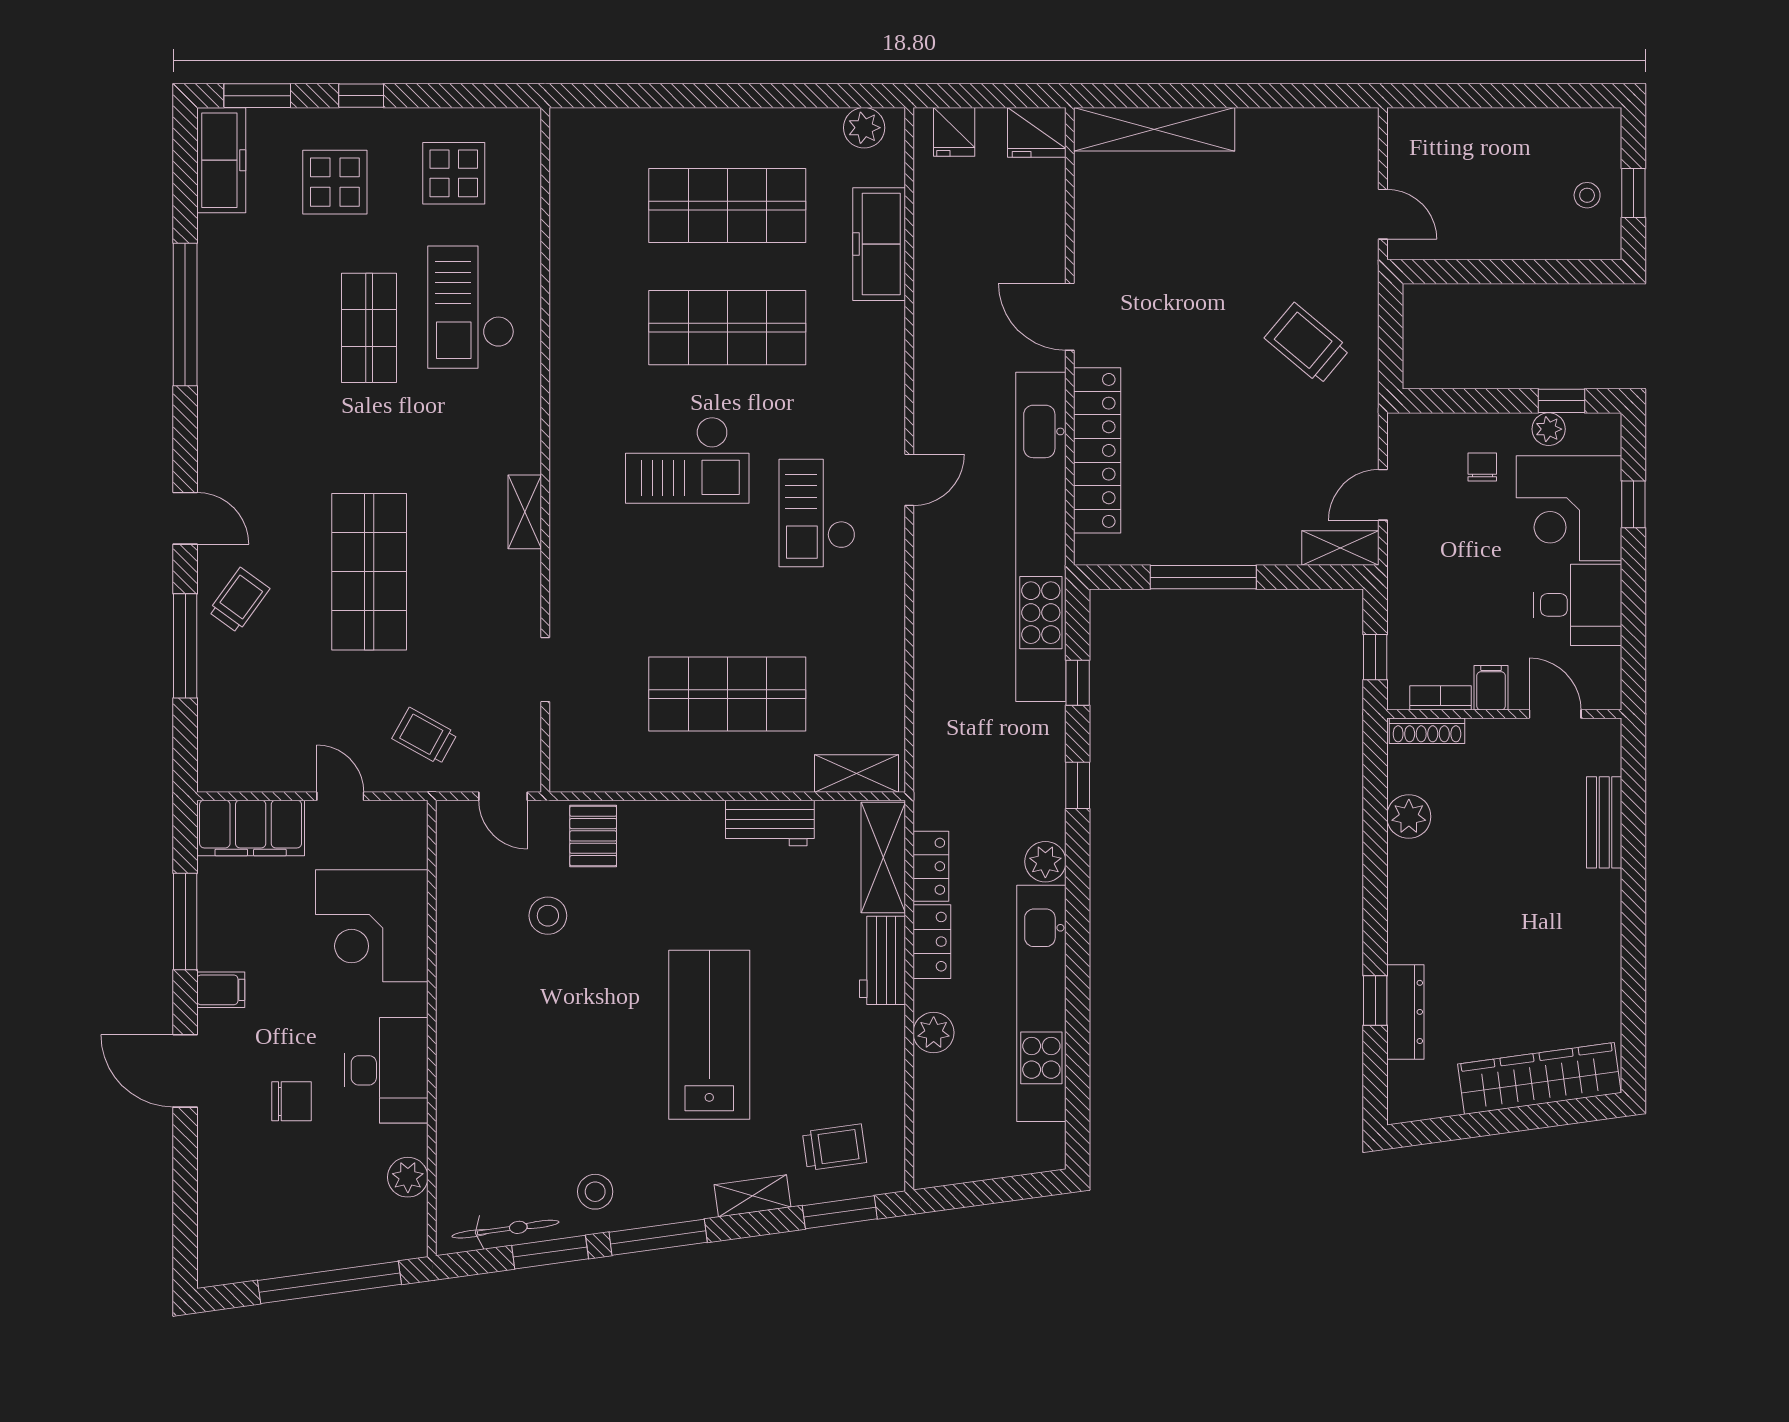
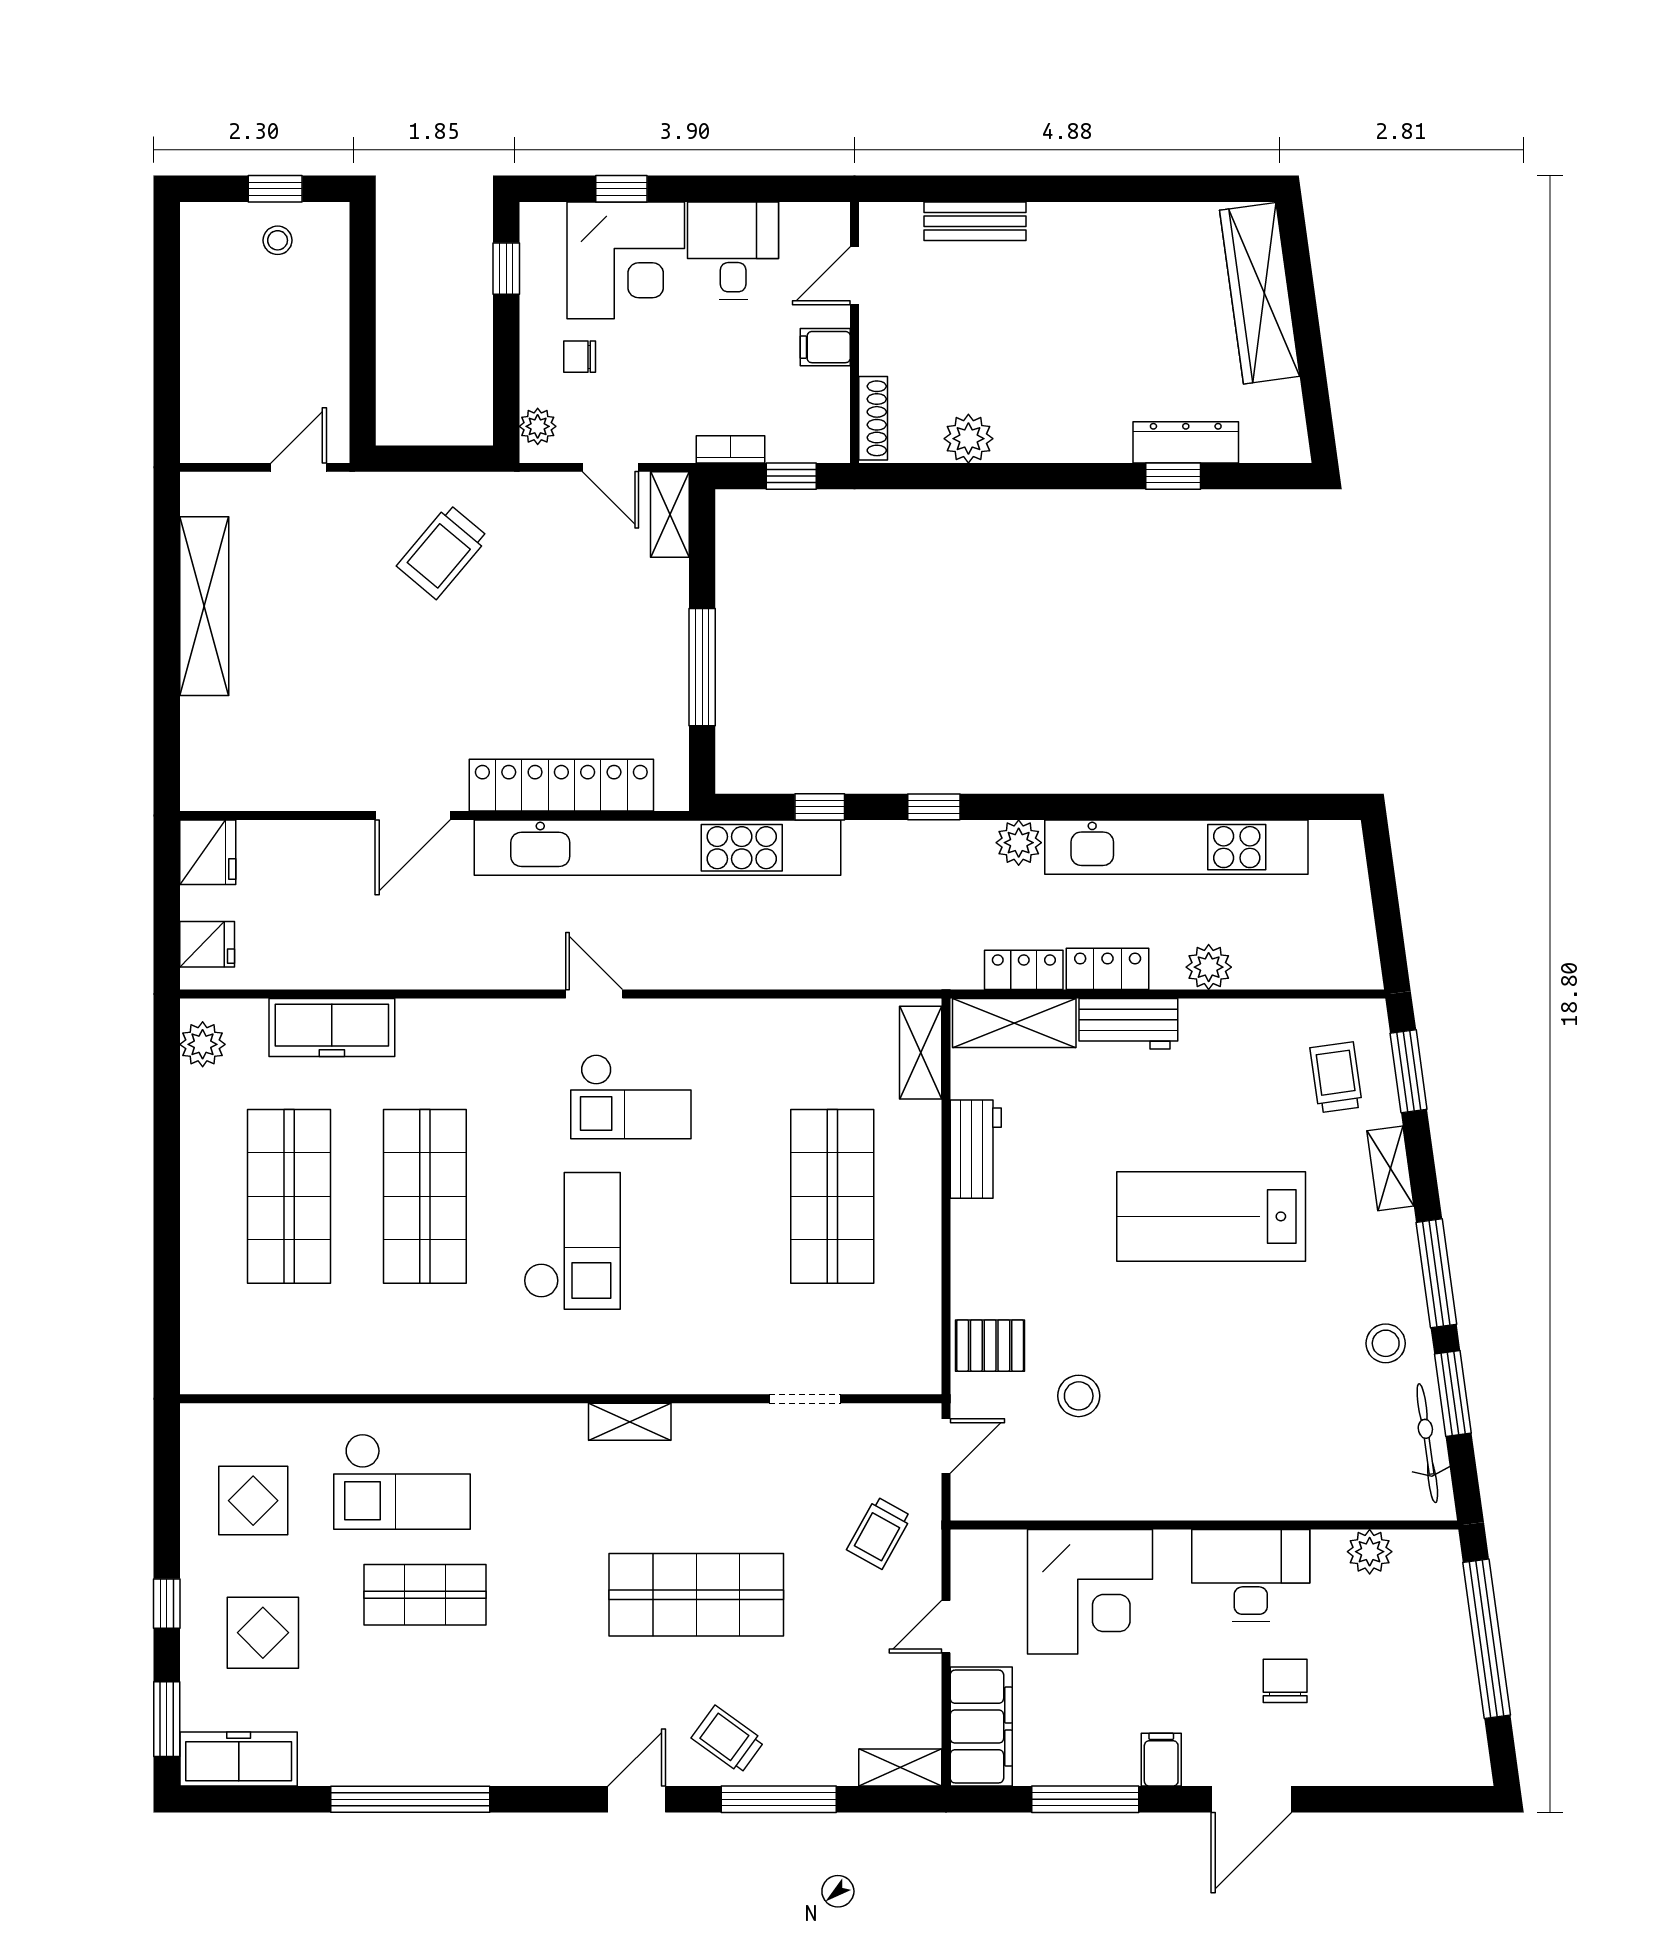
shelving: (1154, 129) -> (204, 606), moved
plant: (1549, 429) -> (538, 426), moved
bookcase: (1440, 698) -> (730, 449), moved, turned 90
shelving: (214, 755) -> (900, 1768), added

